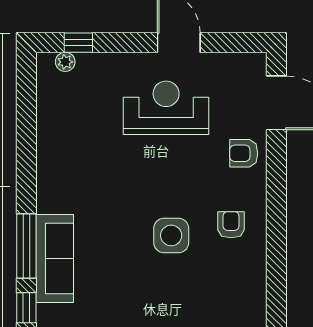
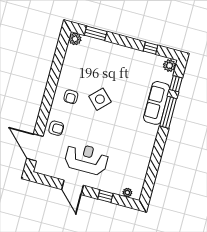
window: (78, 43) -> (105, 196), moved
reception desk: (166, 108) -> (86, 159), turned 180
side table: (171, 235) -> (100, 99), turned 45

